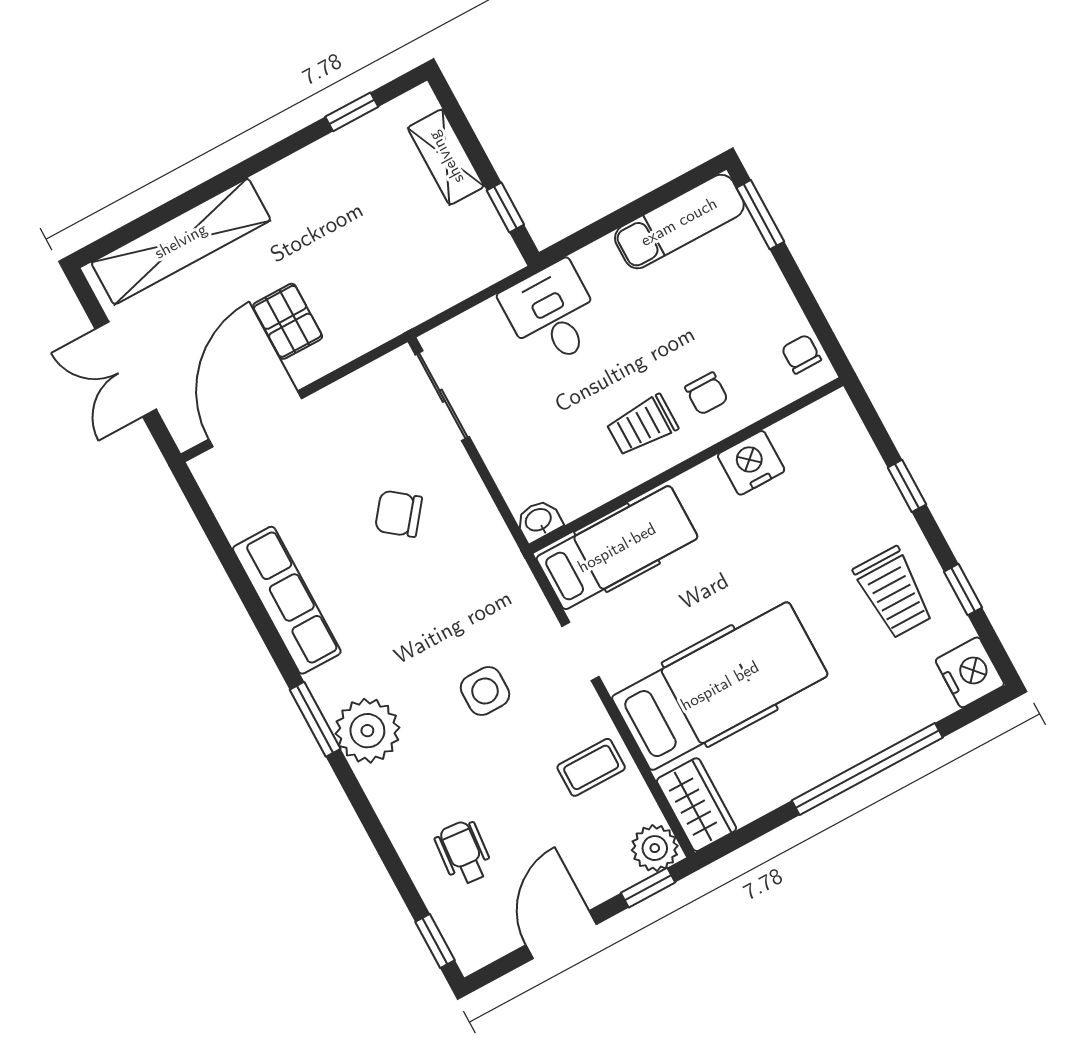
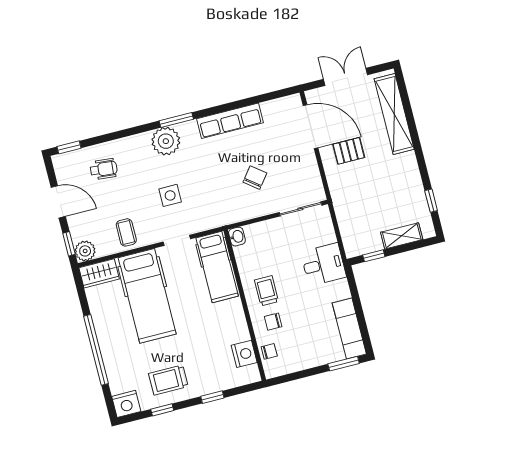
chair: (801, 354) -> (269, 351), moved
nightstand: (751, 463) -> (244, 354), moved

